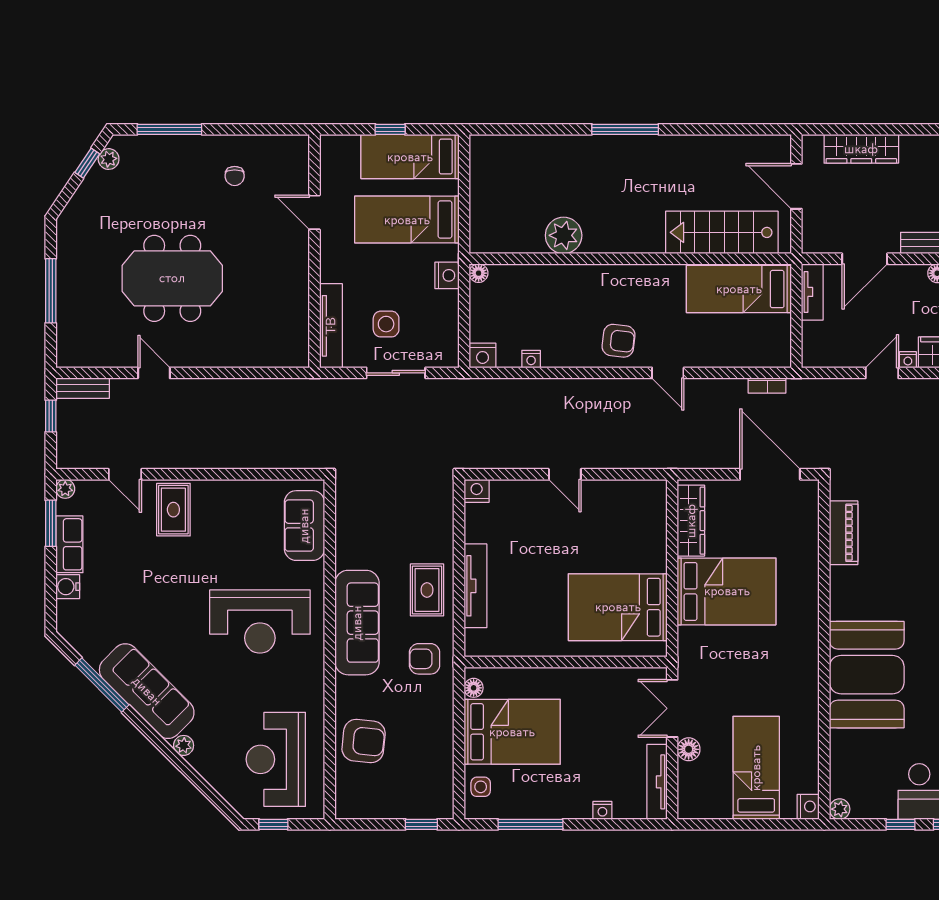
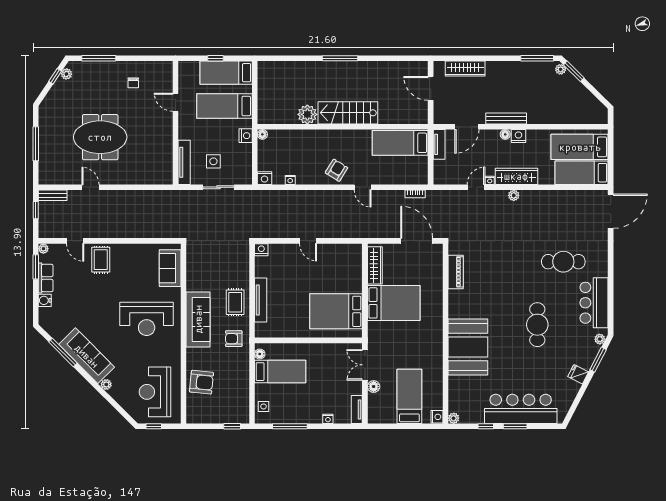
stairs: (722, 232) -> (348, 113), moved
armchair: (618, 341) -> (336, 170), turned -65
bed: (512, 732) -> (280, 372), width x0.67
tv unit: (657, 782) -> (357, 410), width x0.71

